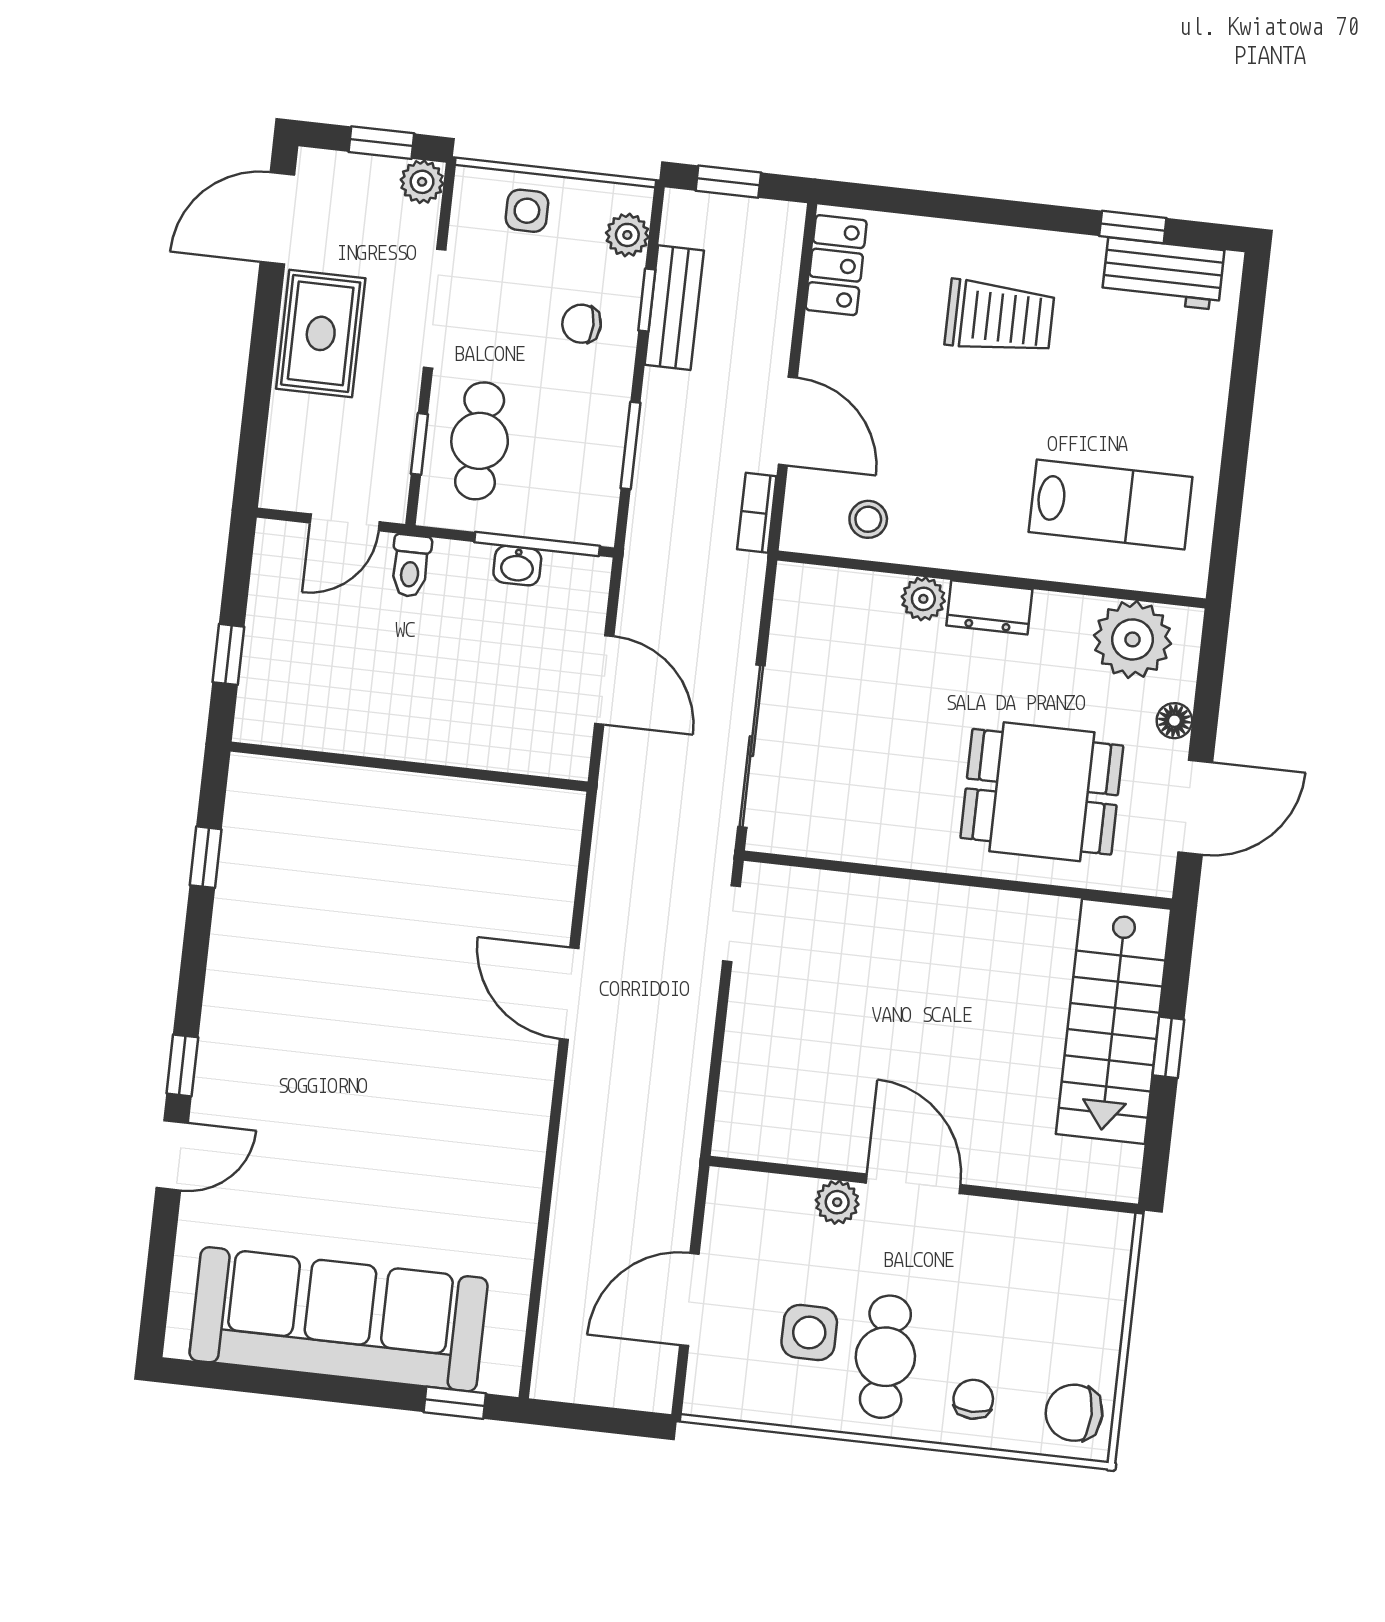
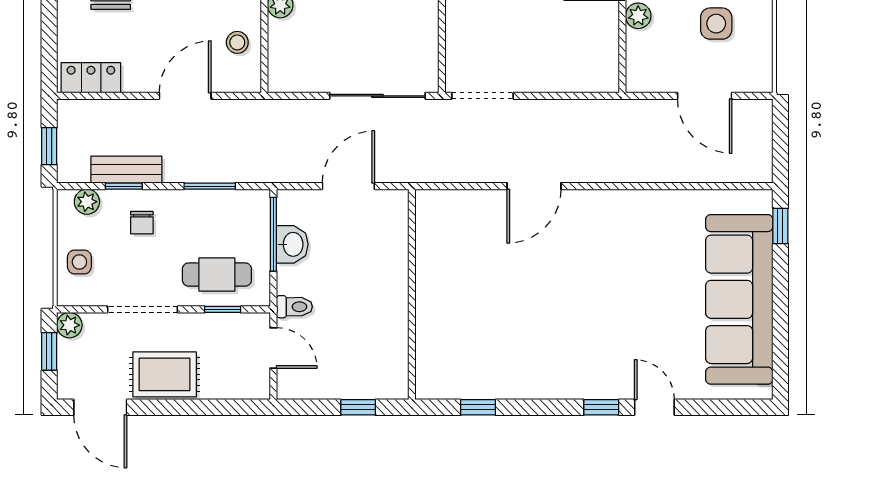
bookcase: (757, 513) -> (241, 108), removed
washbasin: (517, 566) -> (292, 244), width x1.38, depth x1.45
doorway: (731, 924) -> (483, 96), width x1.38

